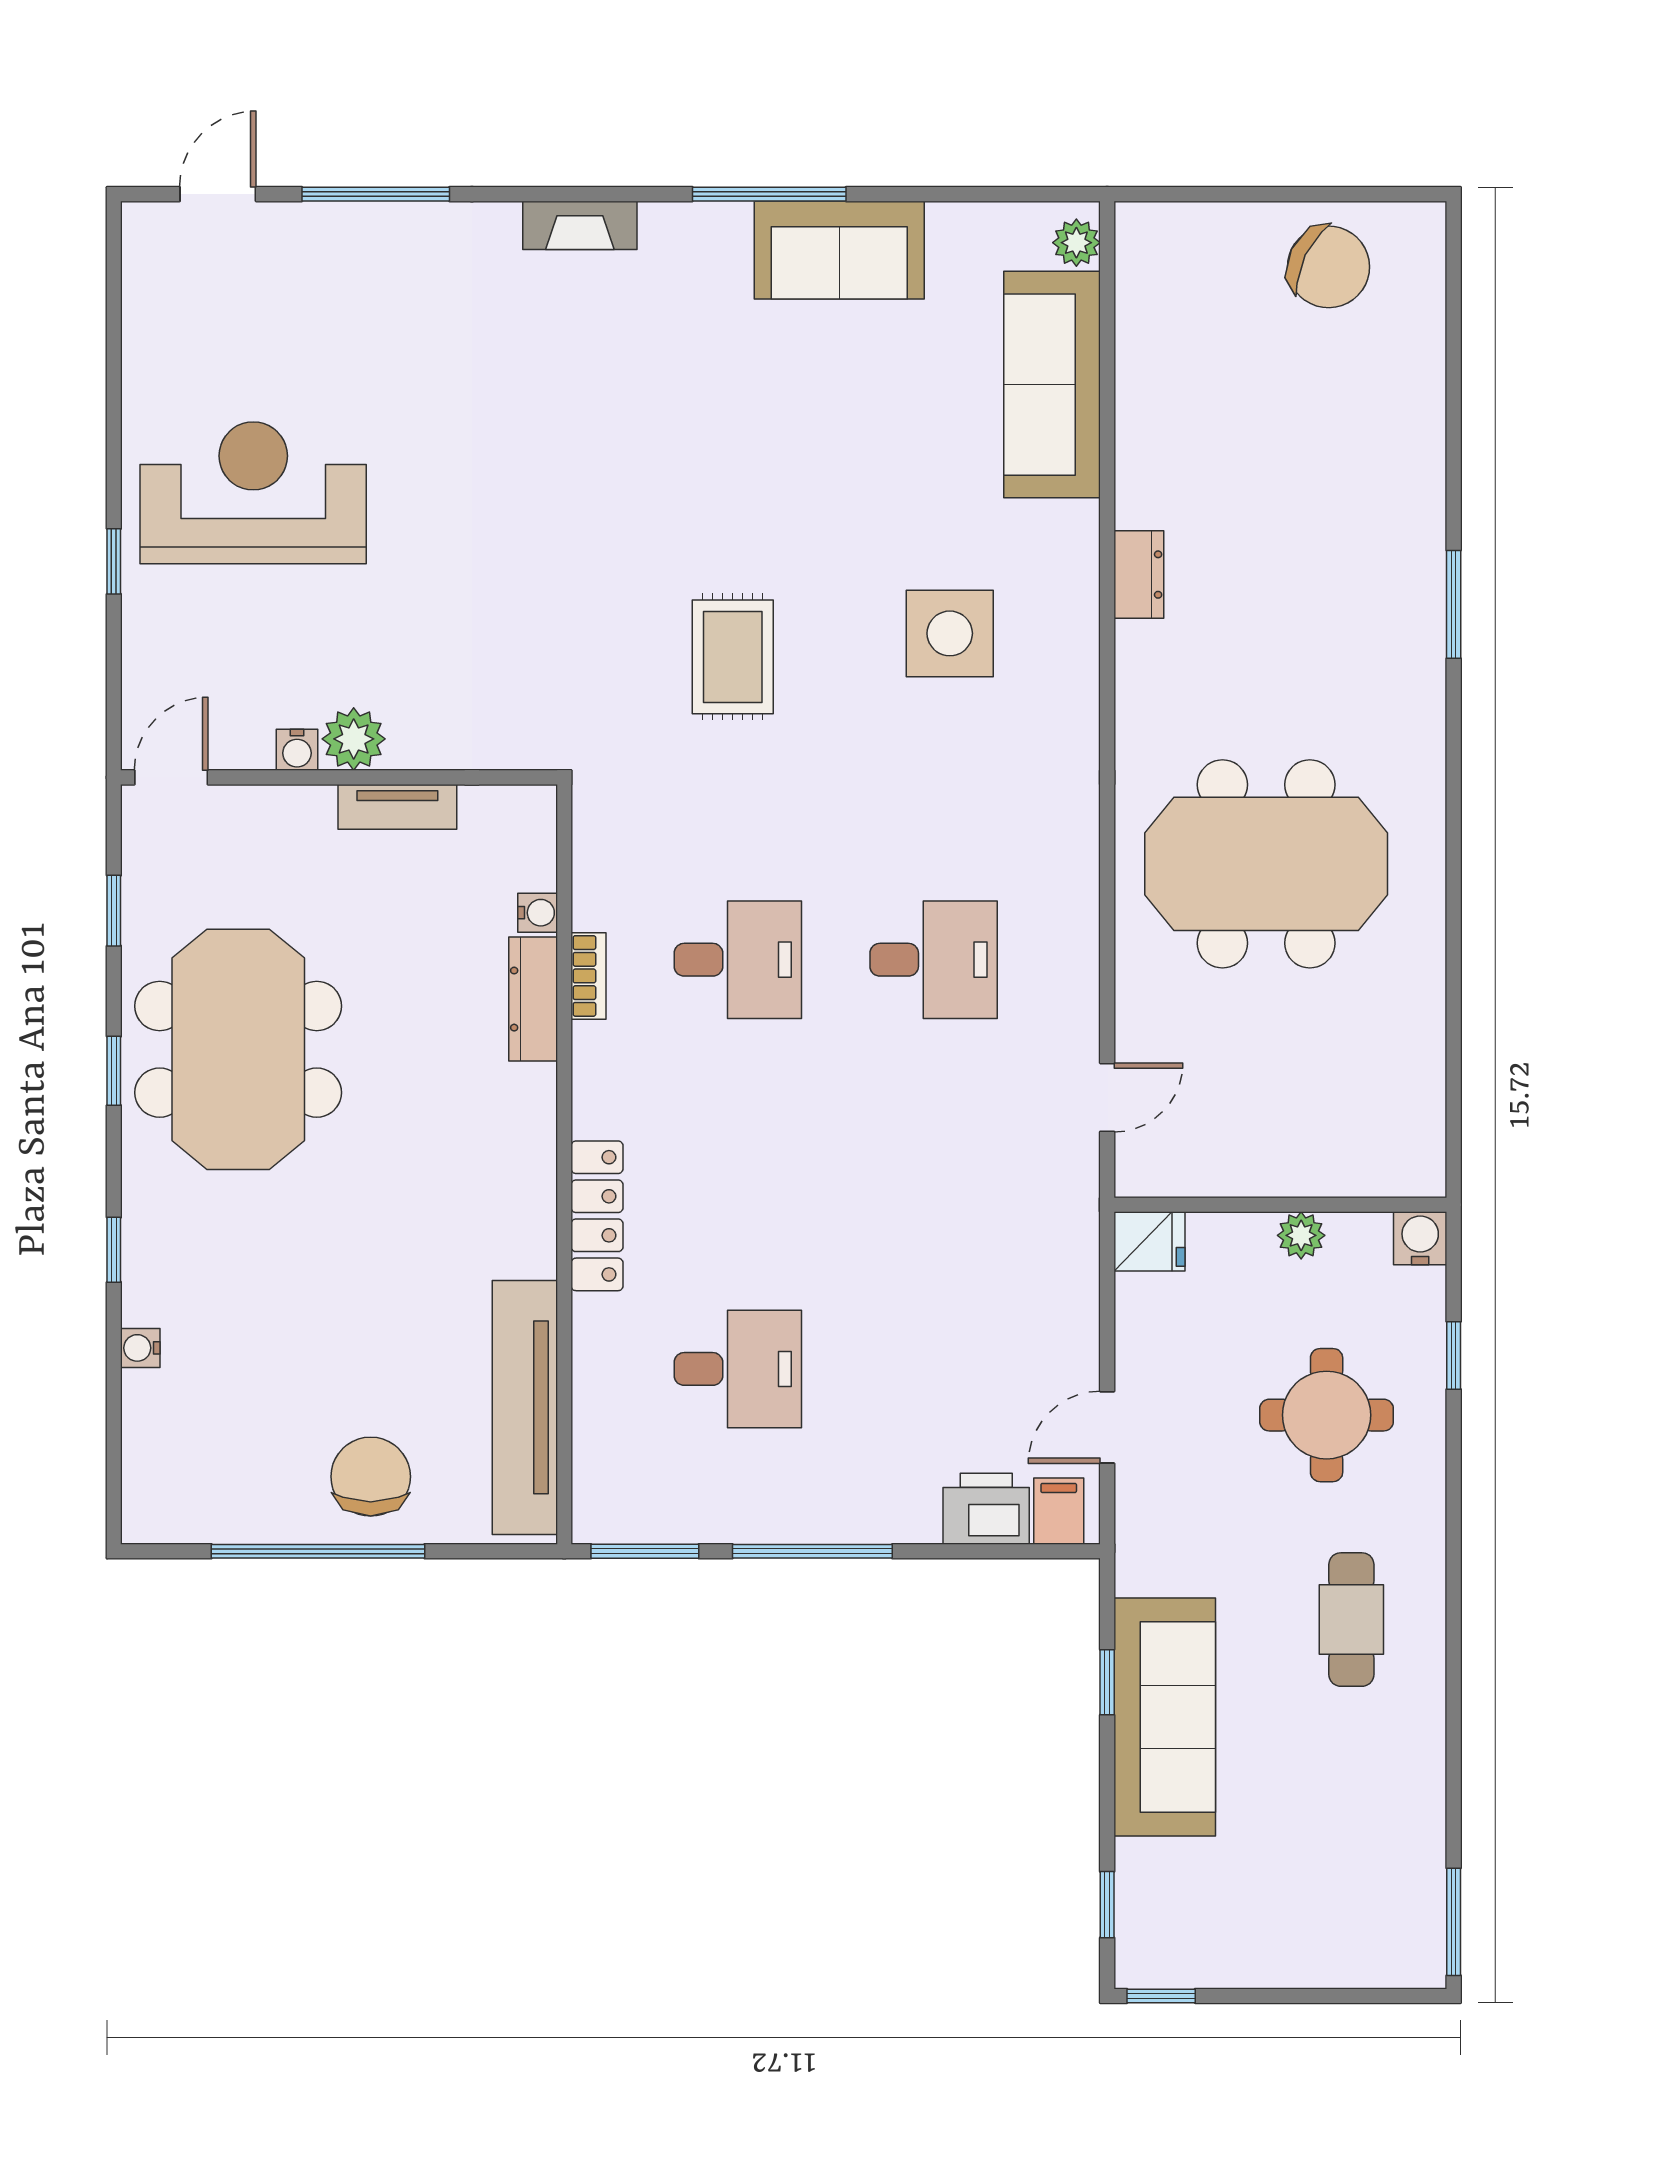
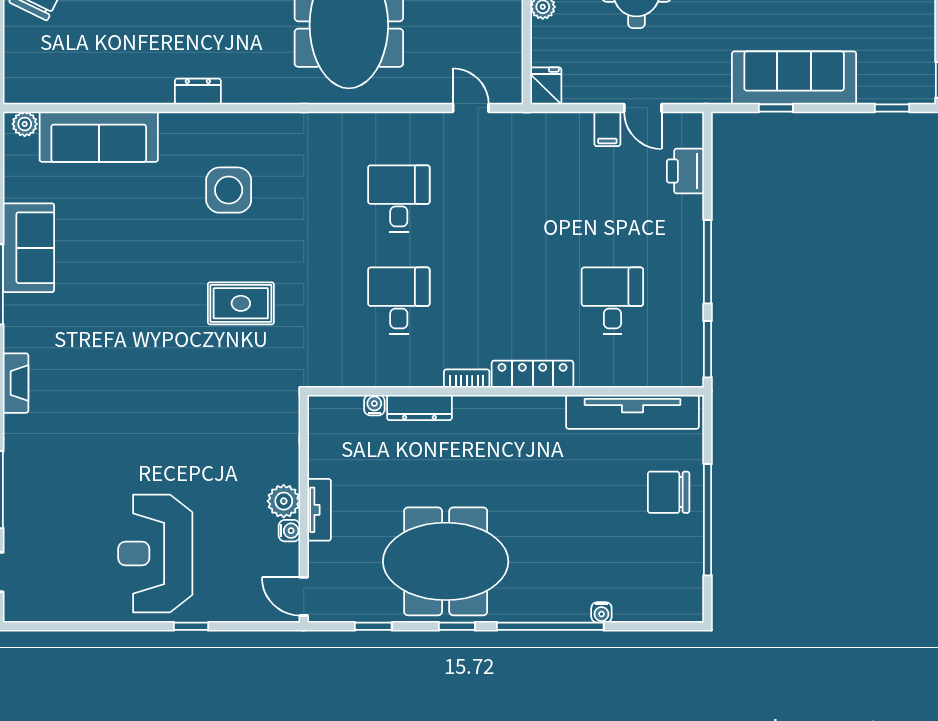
tv unit: (397, 807) -> (319, 510), moved
bookcase: (589, 976) -> (467, 379), moved
window: (114, 1250) -> (550, 626), width x3.17
filing cabinet: (1059, 1511) -> (607, 129), moved, turned -90

